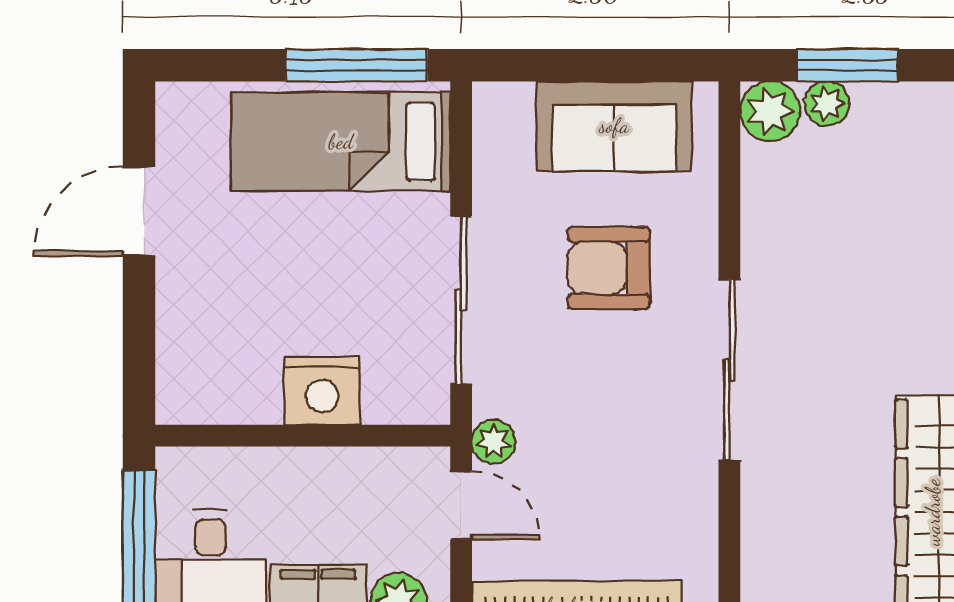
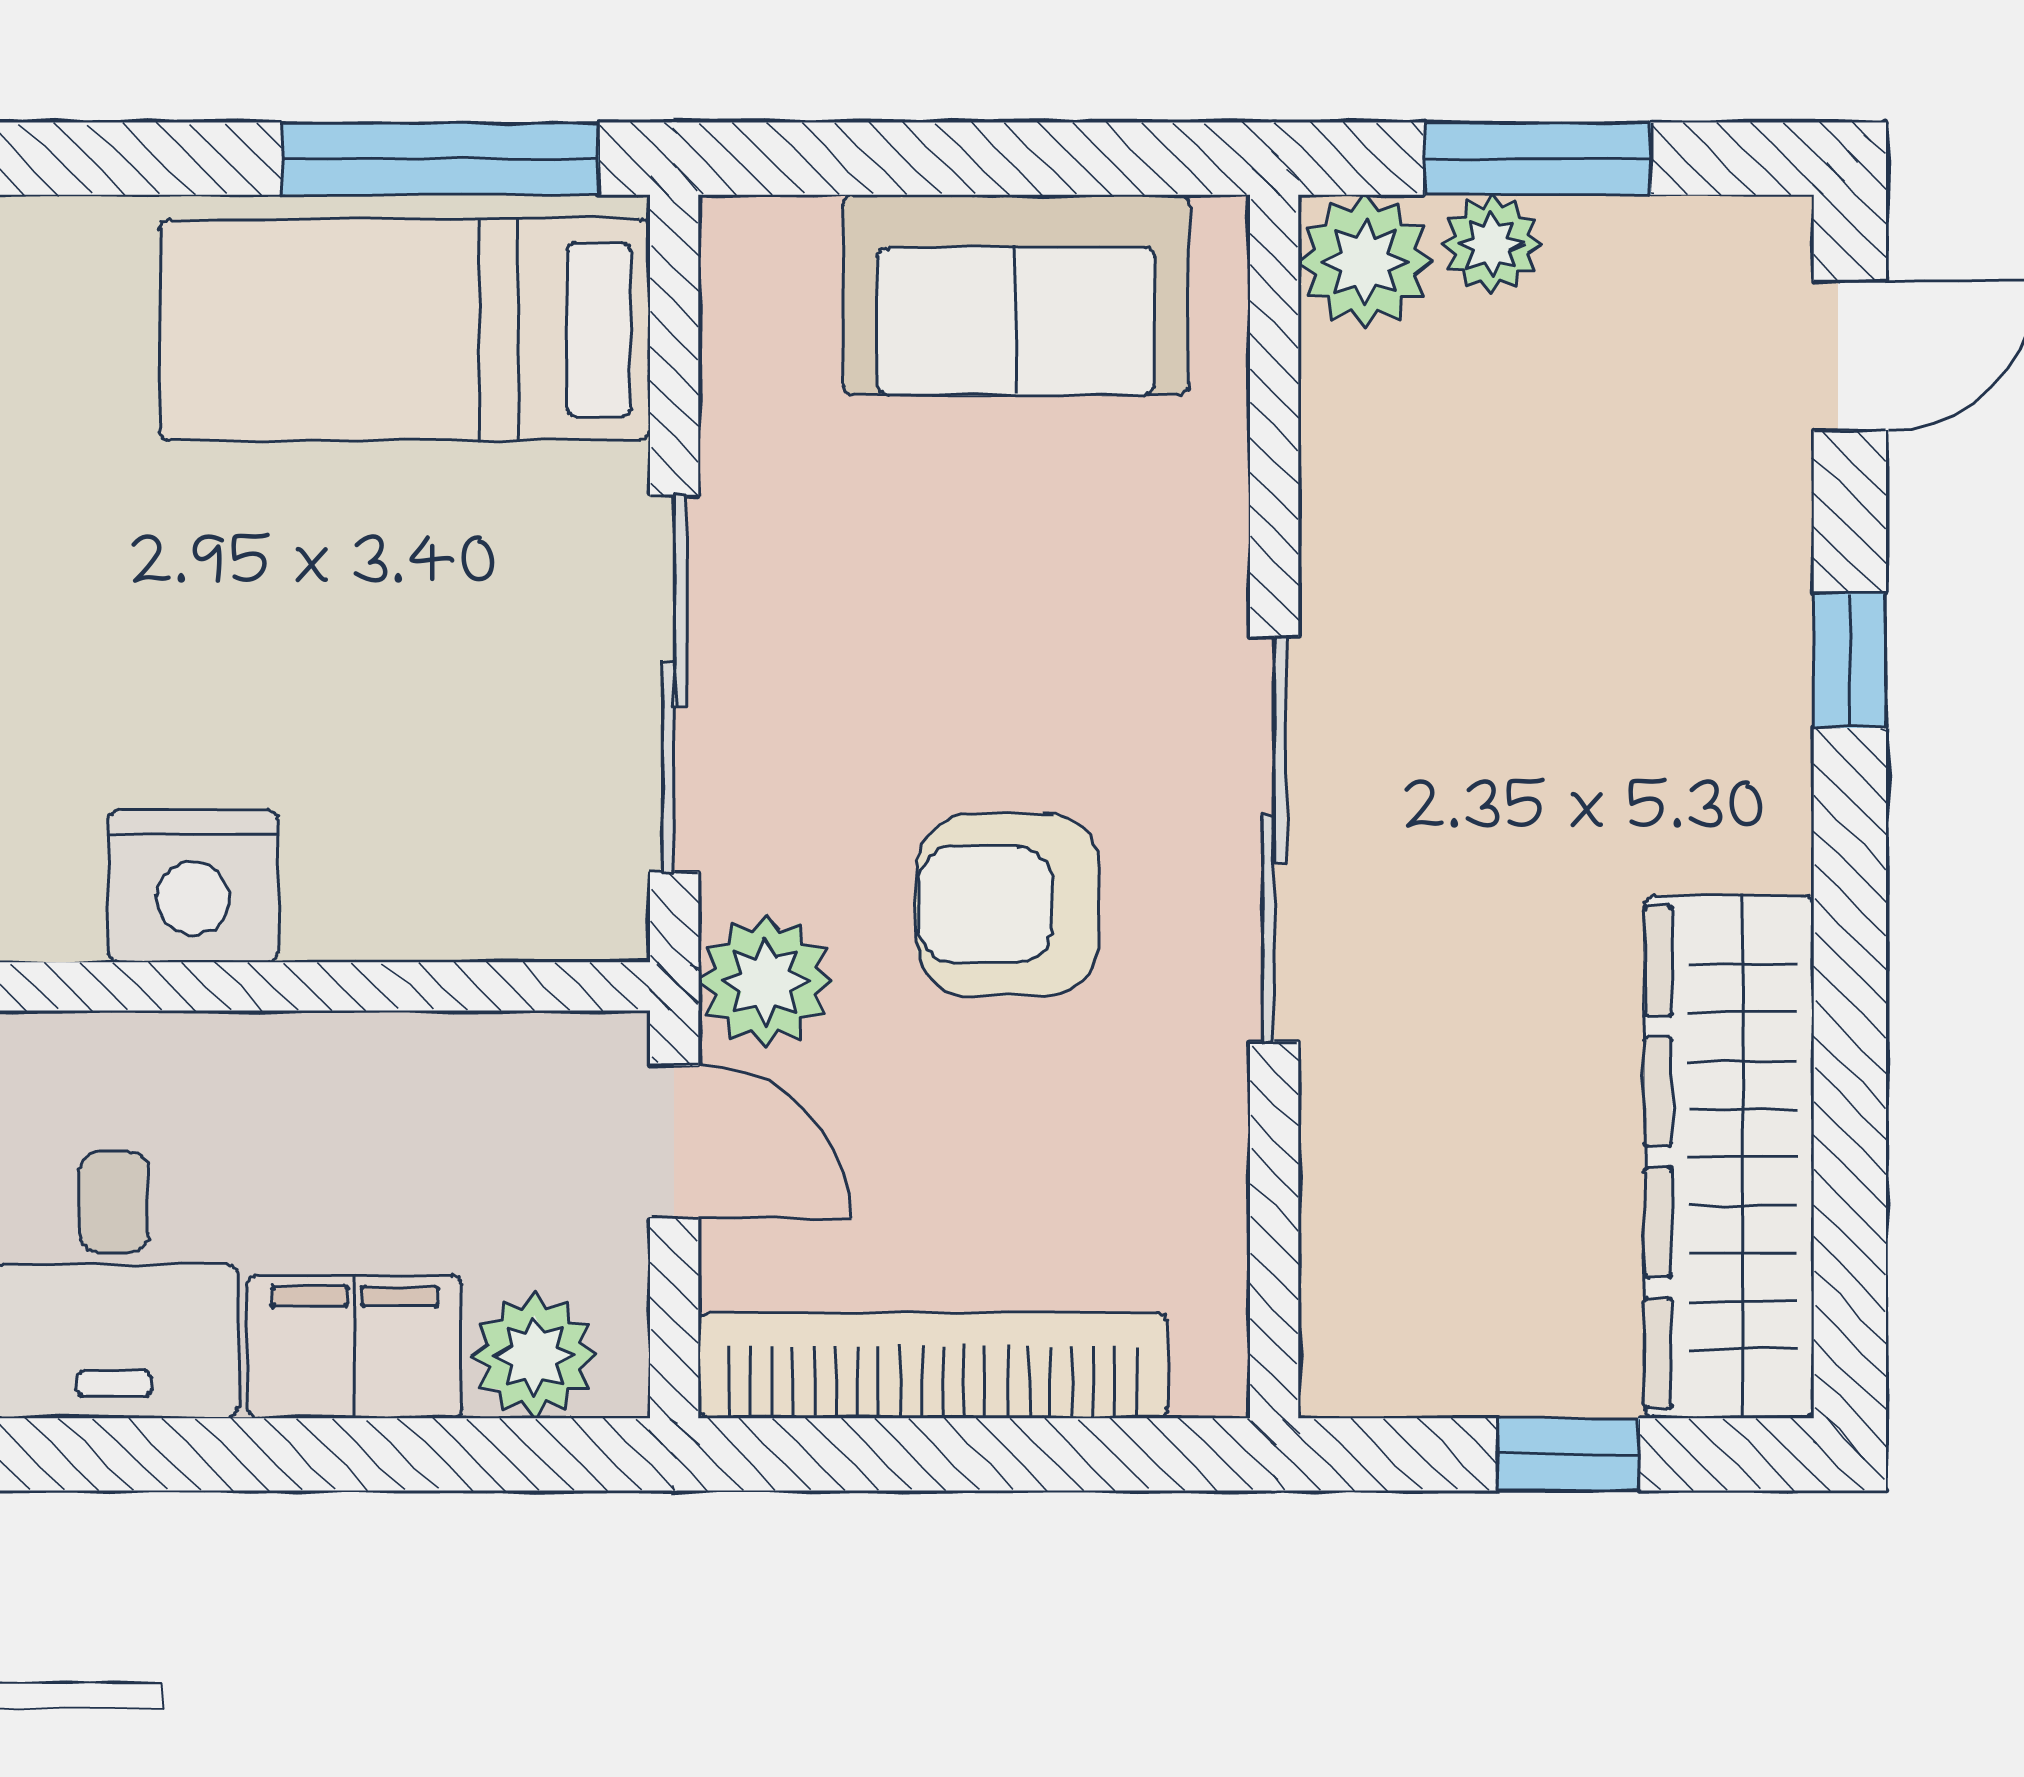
armchair: (609, 268) -> (1008, 905), moved
nightstand: (322, 391) -> (193, 886), moved
plant: (494, 442) -> (766, 982), width x1.38, depth x1.38

